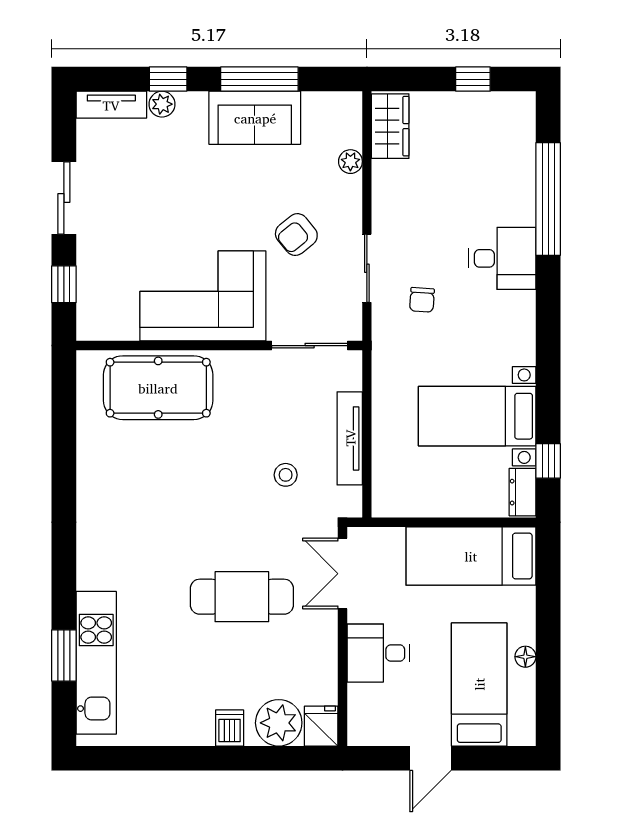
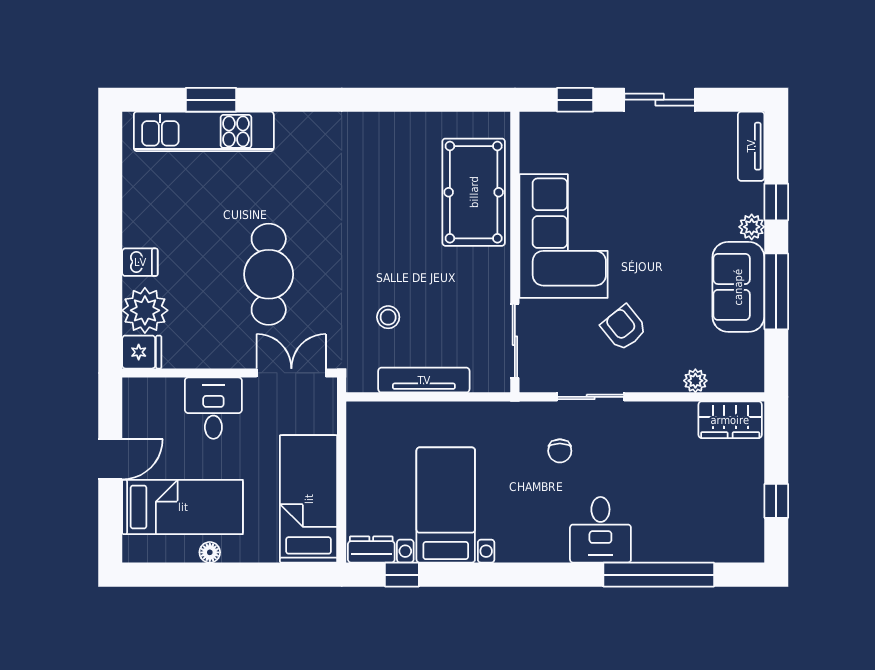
plant: (162, 104) -> (752, 227), moved
chair: (422, 300) -> (560, 451), turned -94
door: (430, 758) -> (110, 459), swing flipped

